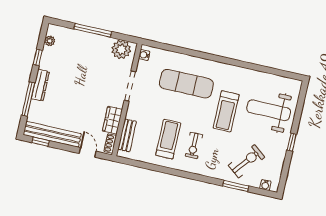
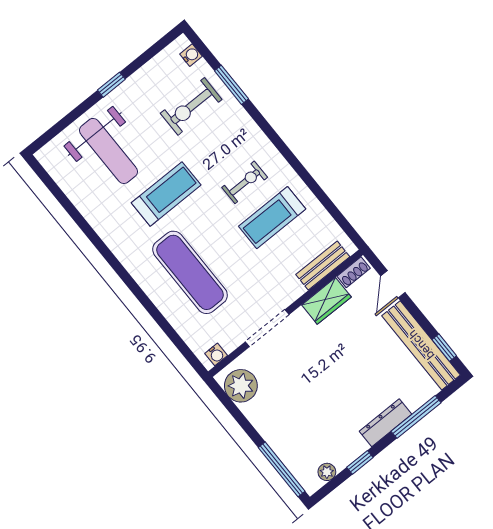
window: (93, 30) -> (282, 469), moved
exercise bike: (247, 161) -> (191, 106), turned -39

